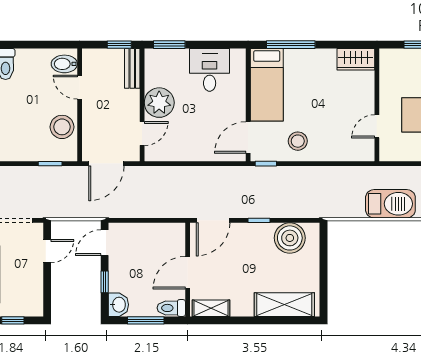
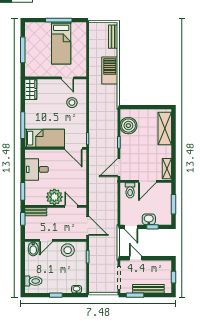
stool: (298, 141) -> (72, 103), moved
door: (213, 220) -> (119, 168), swing flipped
door: (188, 273) -> (147, 181), hinge flipped
washbasin: (118, 305) -> (149, 219), moved
toilet: (171, 308) -> (130, 190), moved

